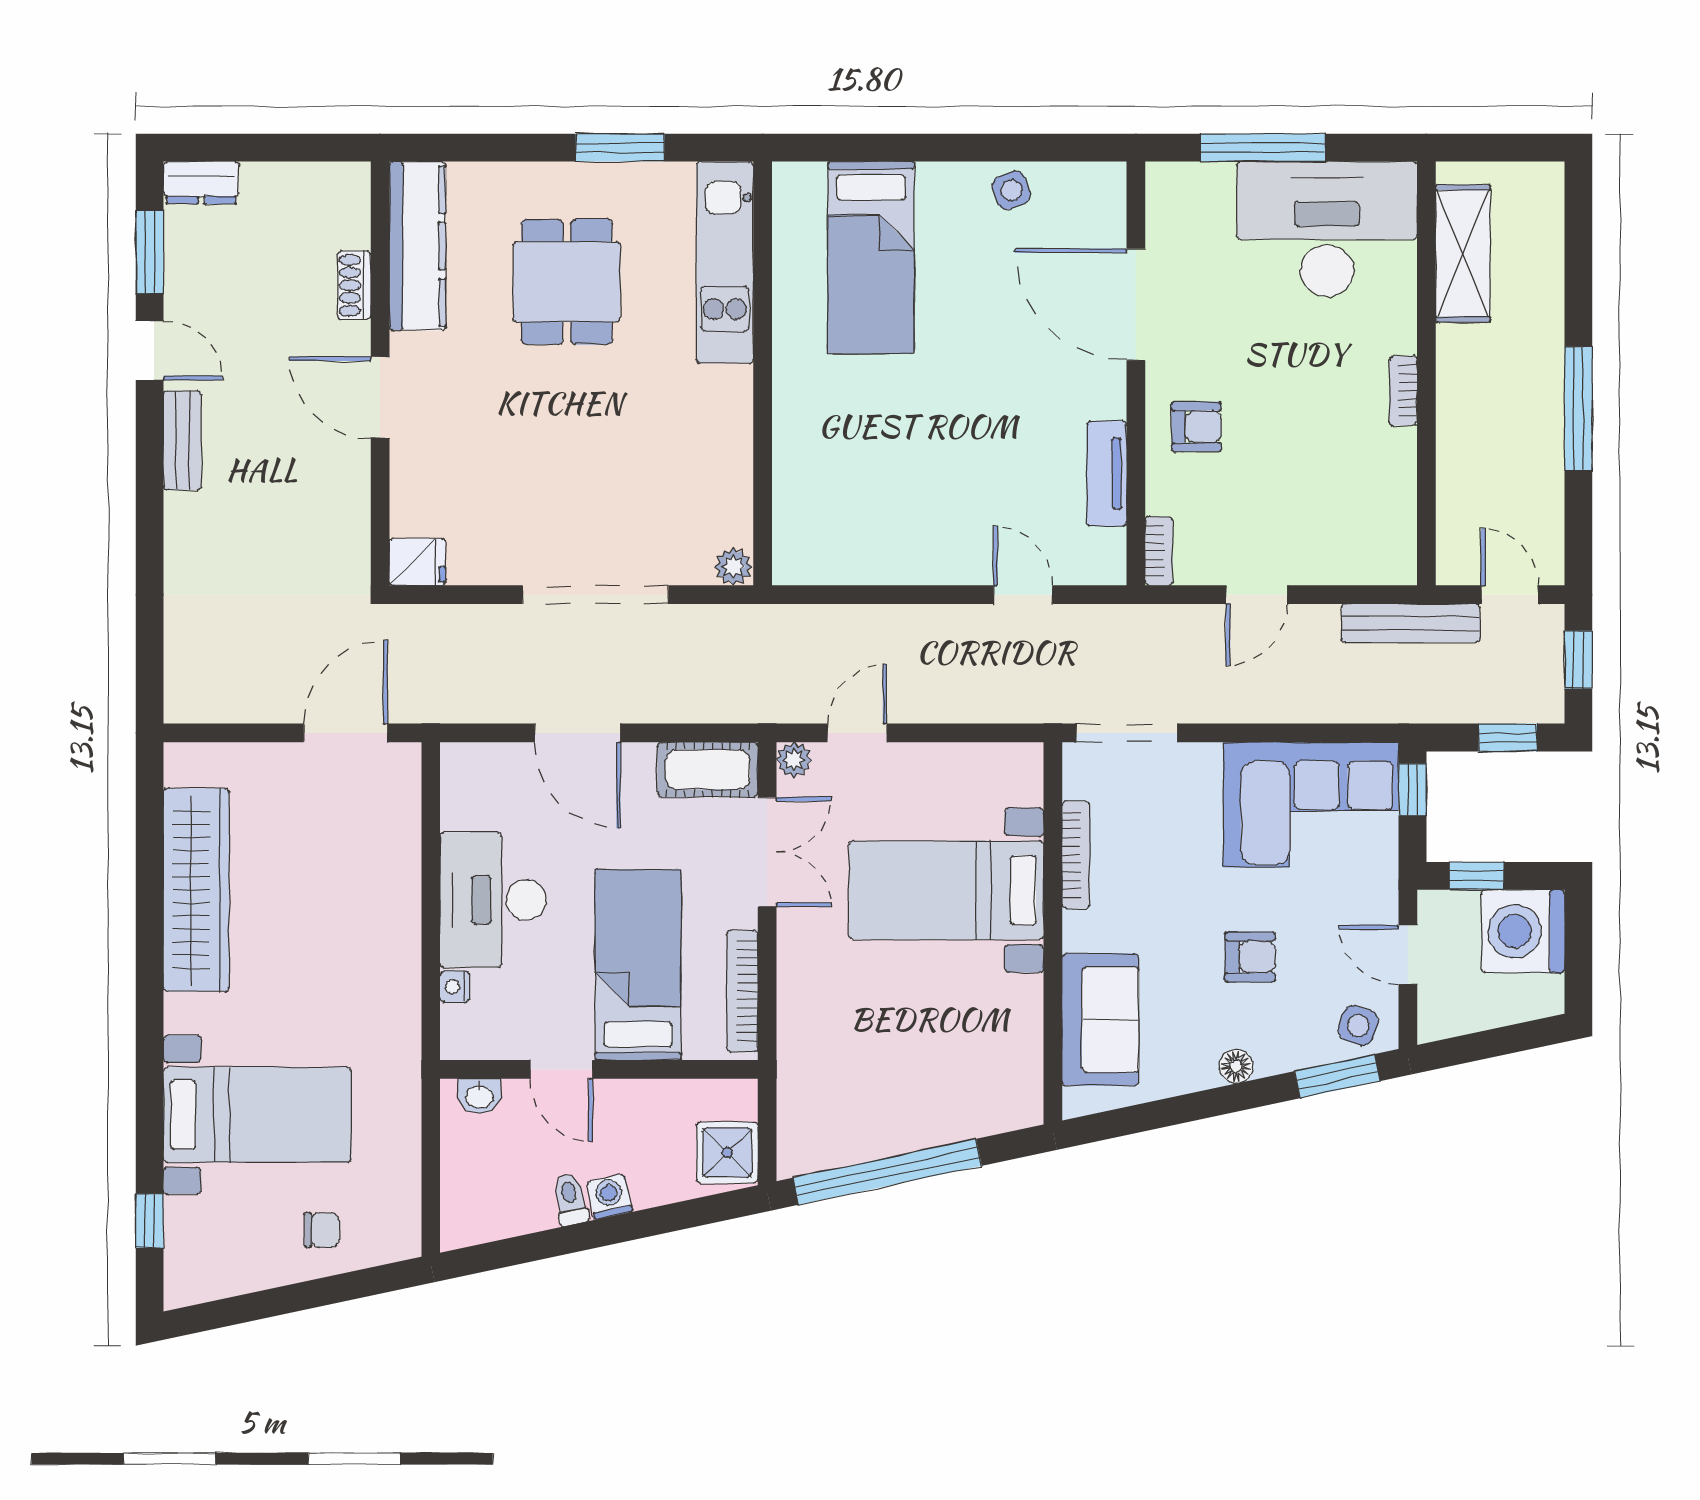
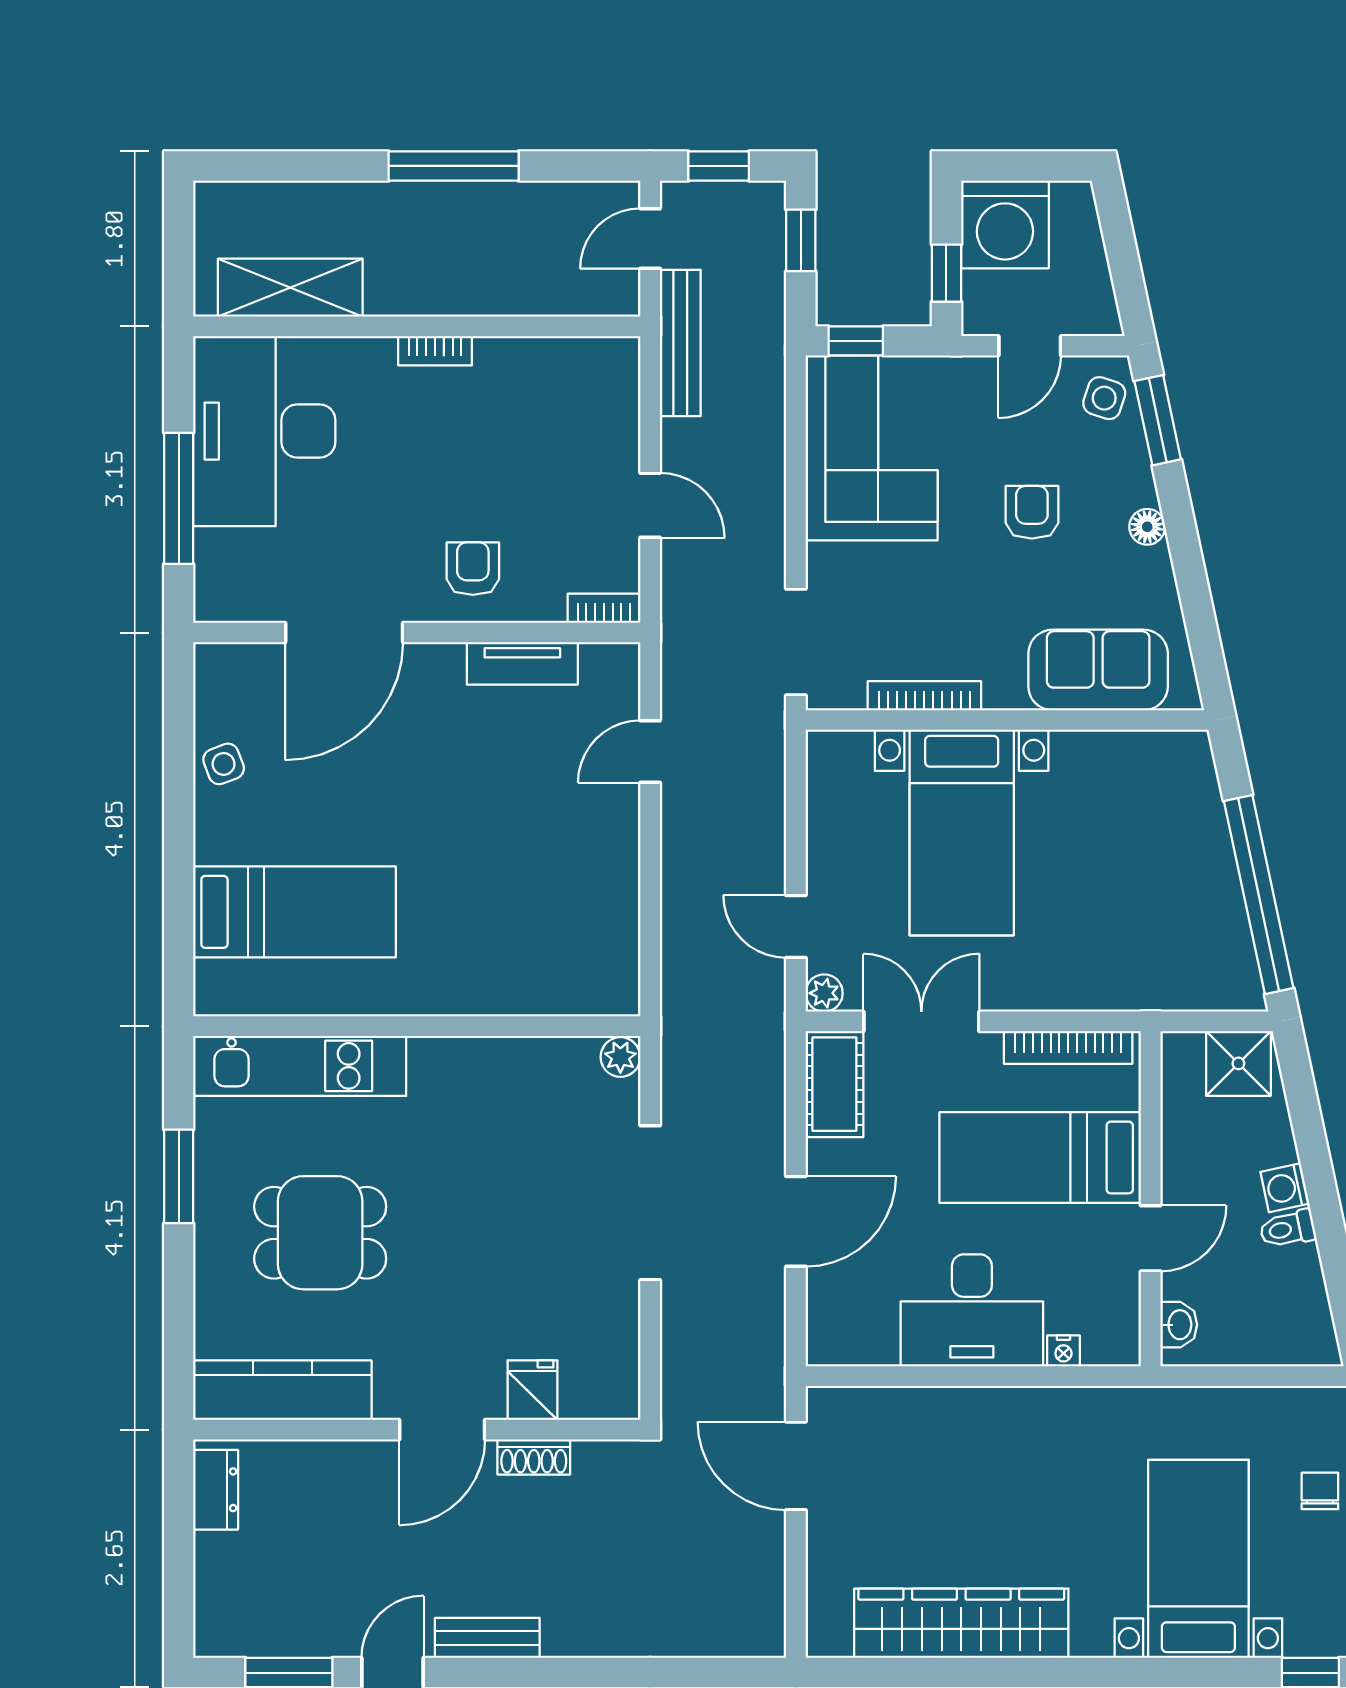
dresser: (201, 183) -> (216, 1490), moved
shoe rack: (354, 285) -> (534, 1457), moved
fridge: (417, 562) -> (533, 1390), moved

